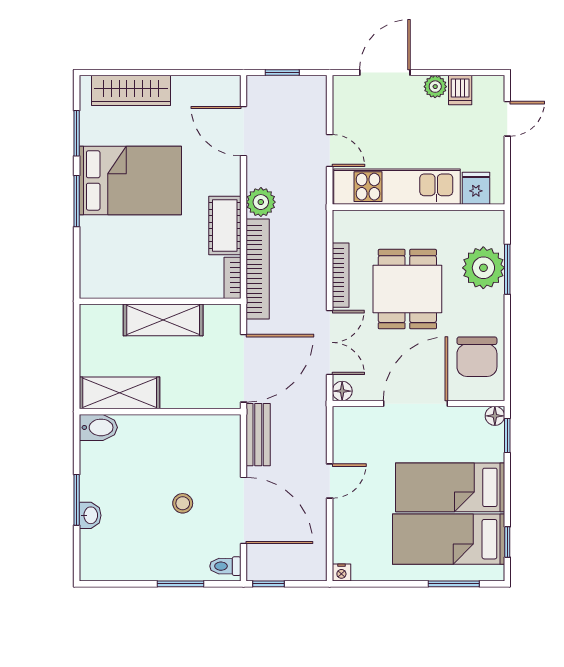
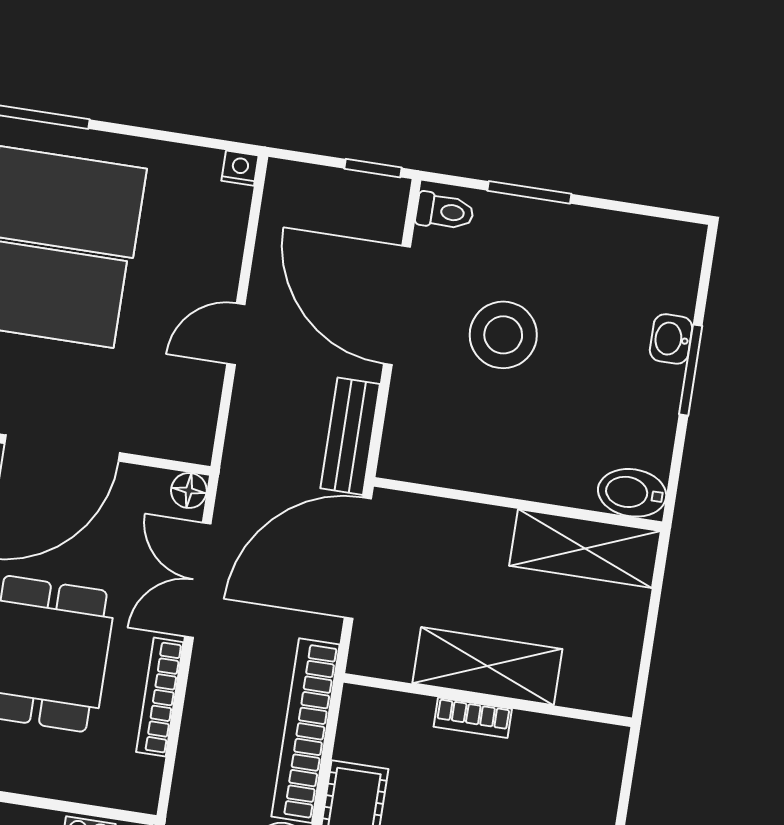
bookcase: (233, 278) -> (473, 718), moved, turned 90
stool: (183, 503) -> (503, 335), width x1.89, depth x1.89

